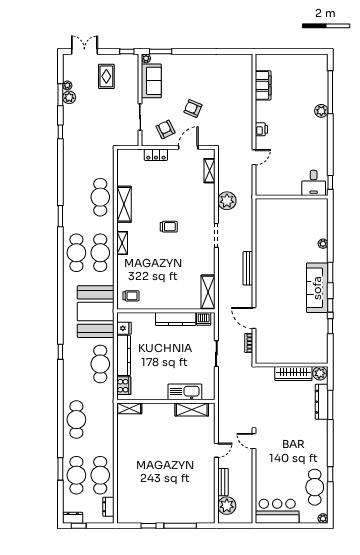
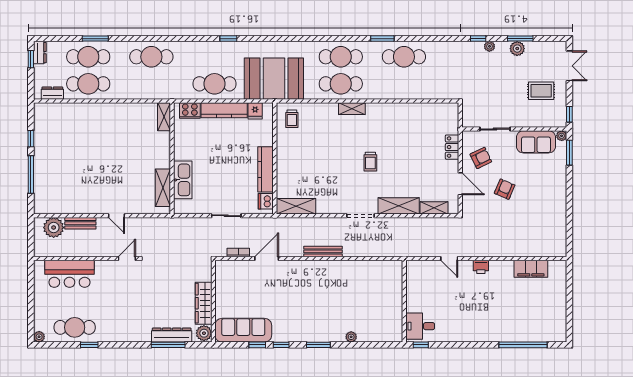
plant: (67, 85) -> (489, 46), moved
plant: (321, 111) -> (502, 335), removed
cafe table: (100, 197) -> (404, 57), moved
plant: (227, 201) -> (400, 228), removed
shelving: (124, 204) -> (399, 206), moved
sofa: (317, 288) -> (243, 330), moved
bar counter: (277, 511) -> (69, 274), moved, turned 90

